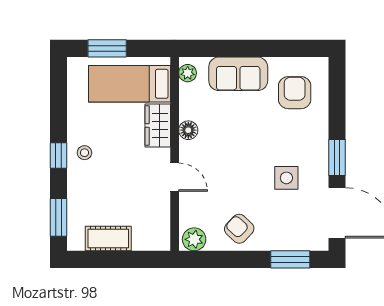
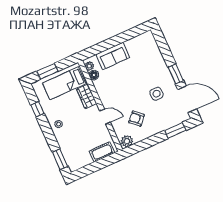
armchair: (295, 93) -> (143, 53), removed
floor lamp: (188, 130) -> (94, 75), moved
window: (58, 156) -> (37, 109), moved
armchair: (239, 229) -> (137, 119), moved
cot: (108, 239) -> (102, 152), moved

